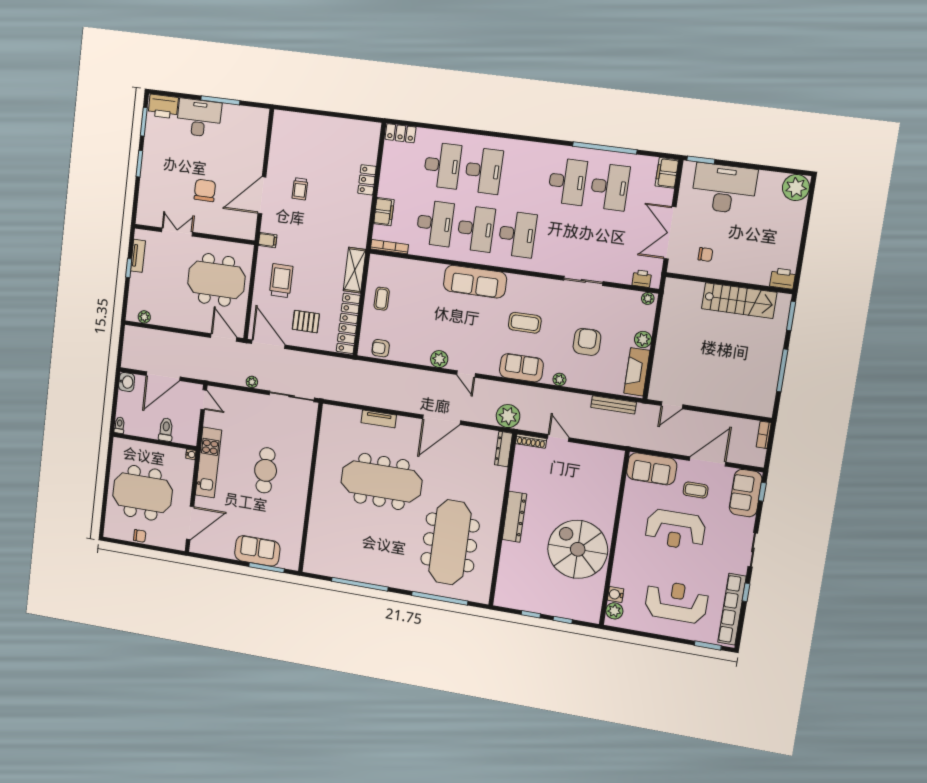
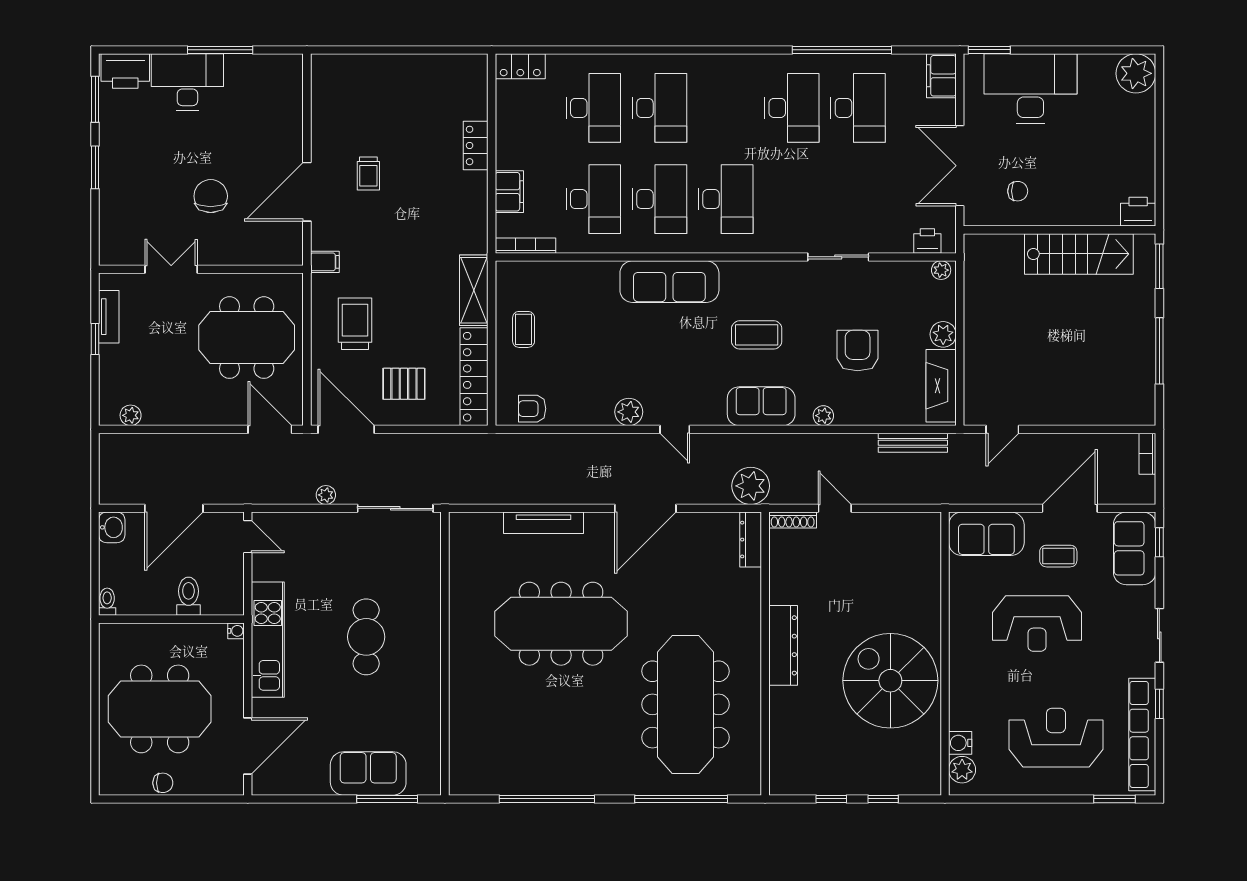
tv unit: (379, 419) -> (543, 523), width x1.41

